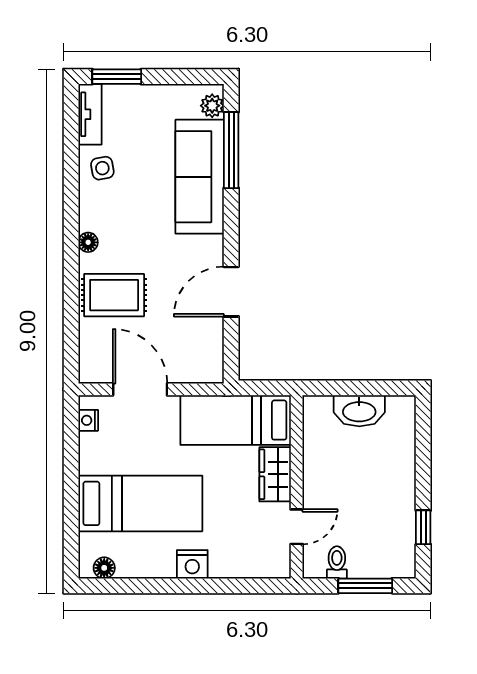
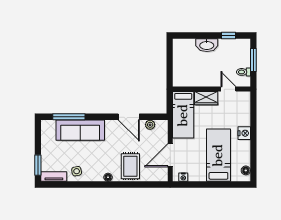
plant: (212, 106) -> (150, 125), moved
washbasin: (359, 411) -> (207, 45), moved, turned 90

